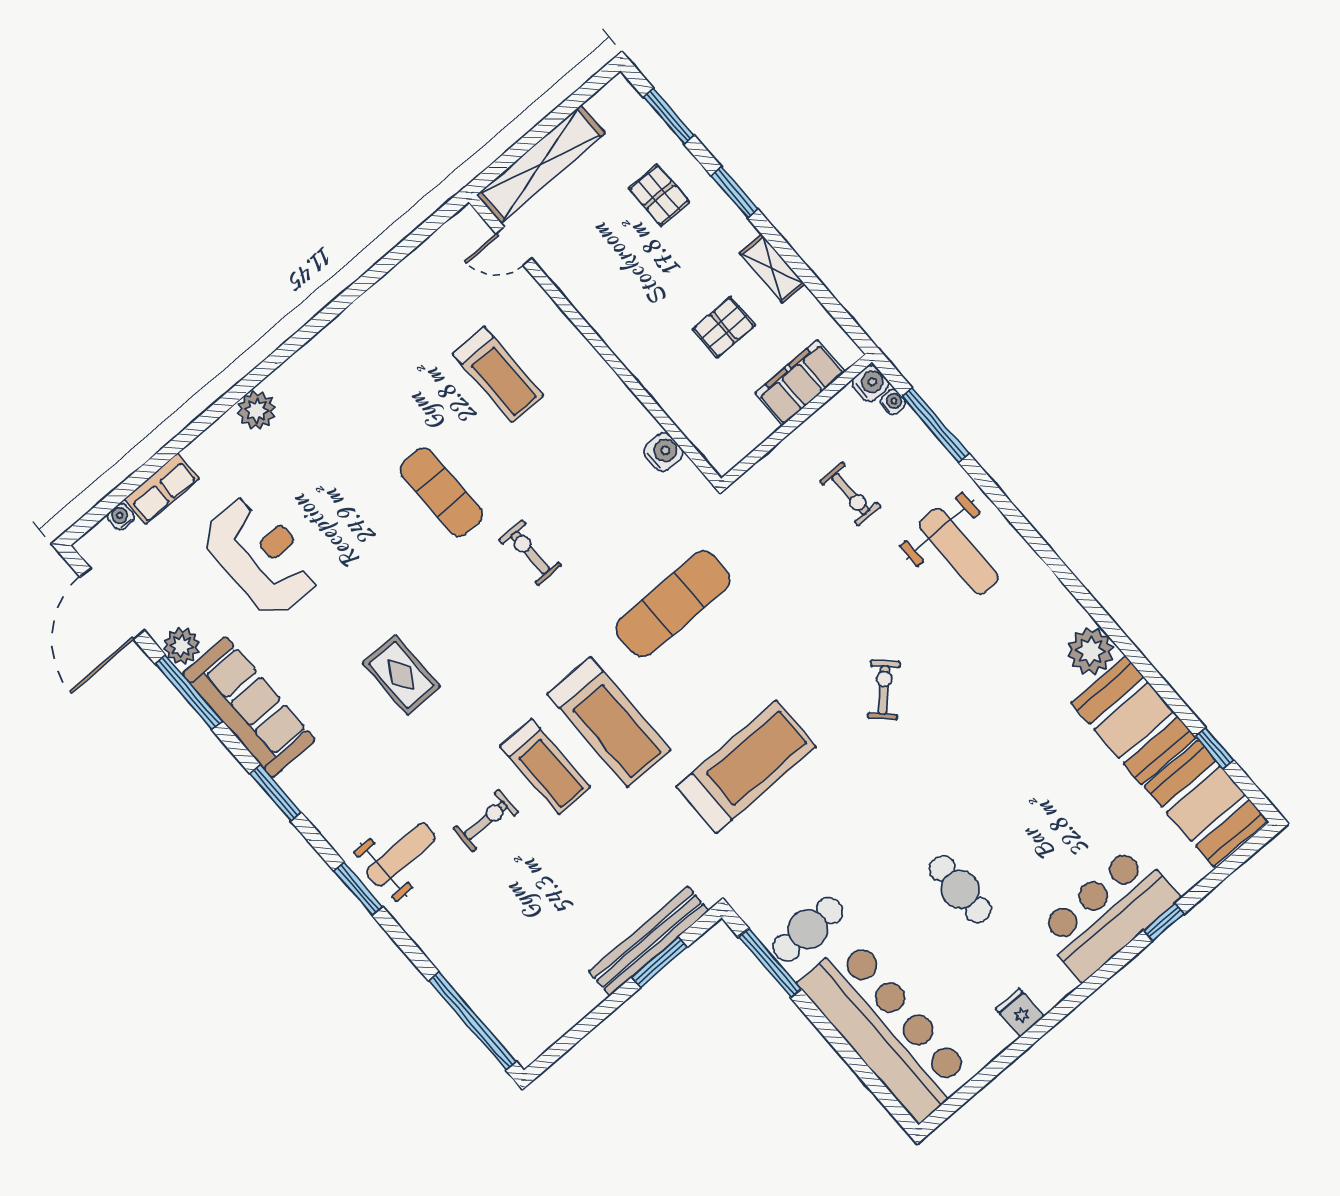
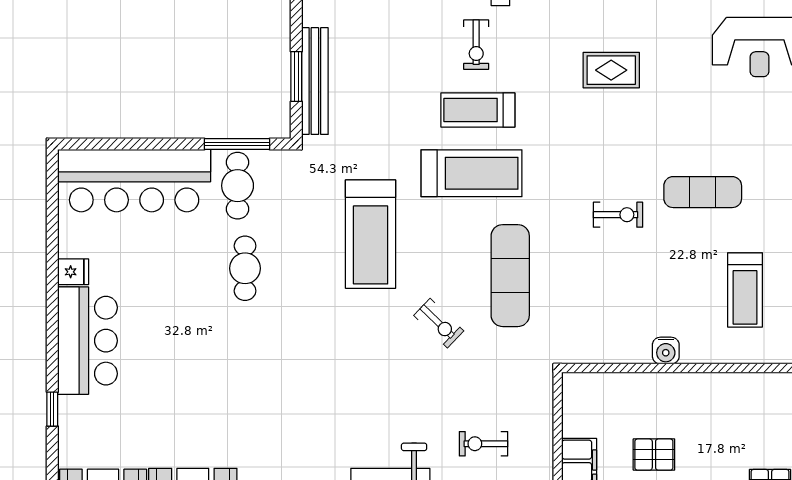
pallet: (724, 327) -> (654, 455), turned 90
treadmill: (498, 374) -> (745, 290), turned -90
water cooler: (663, 452) -> (666, 351), moved
exercise bike: (884, 690) -> (439, 323), moved
treadmill: (609, 722) -> (471, 173), turned 180
cafe table: (960, 889) -> (245, 268), moved, turned 90
bar counter: (1108, 913) -> (87, 341), moved

